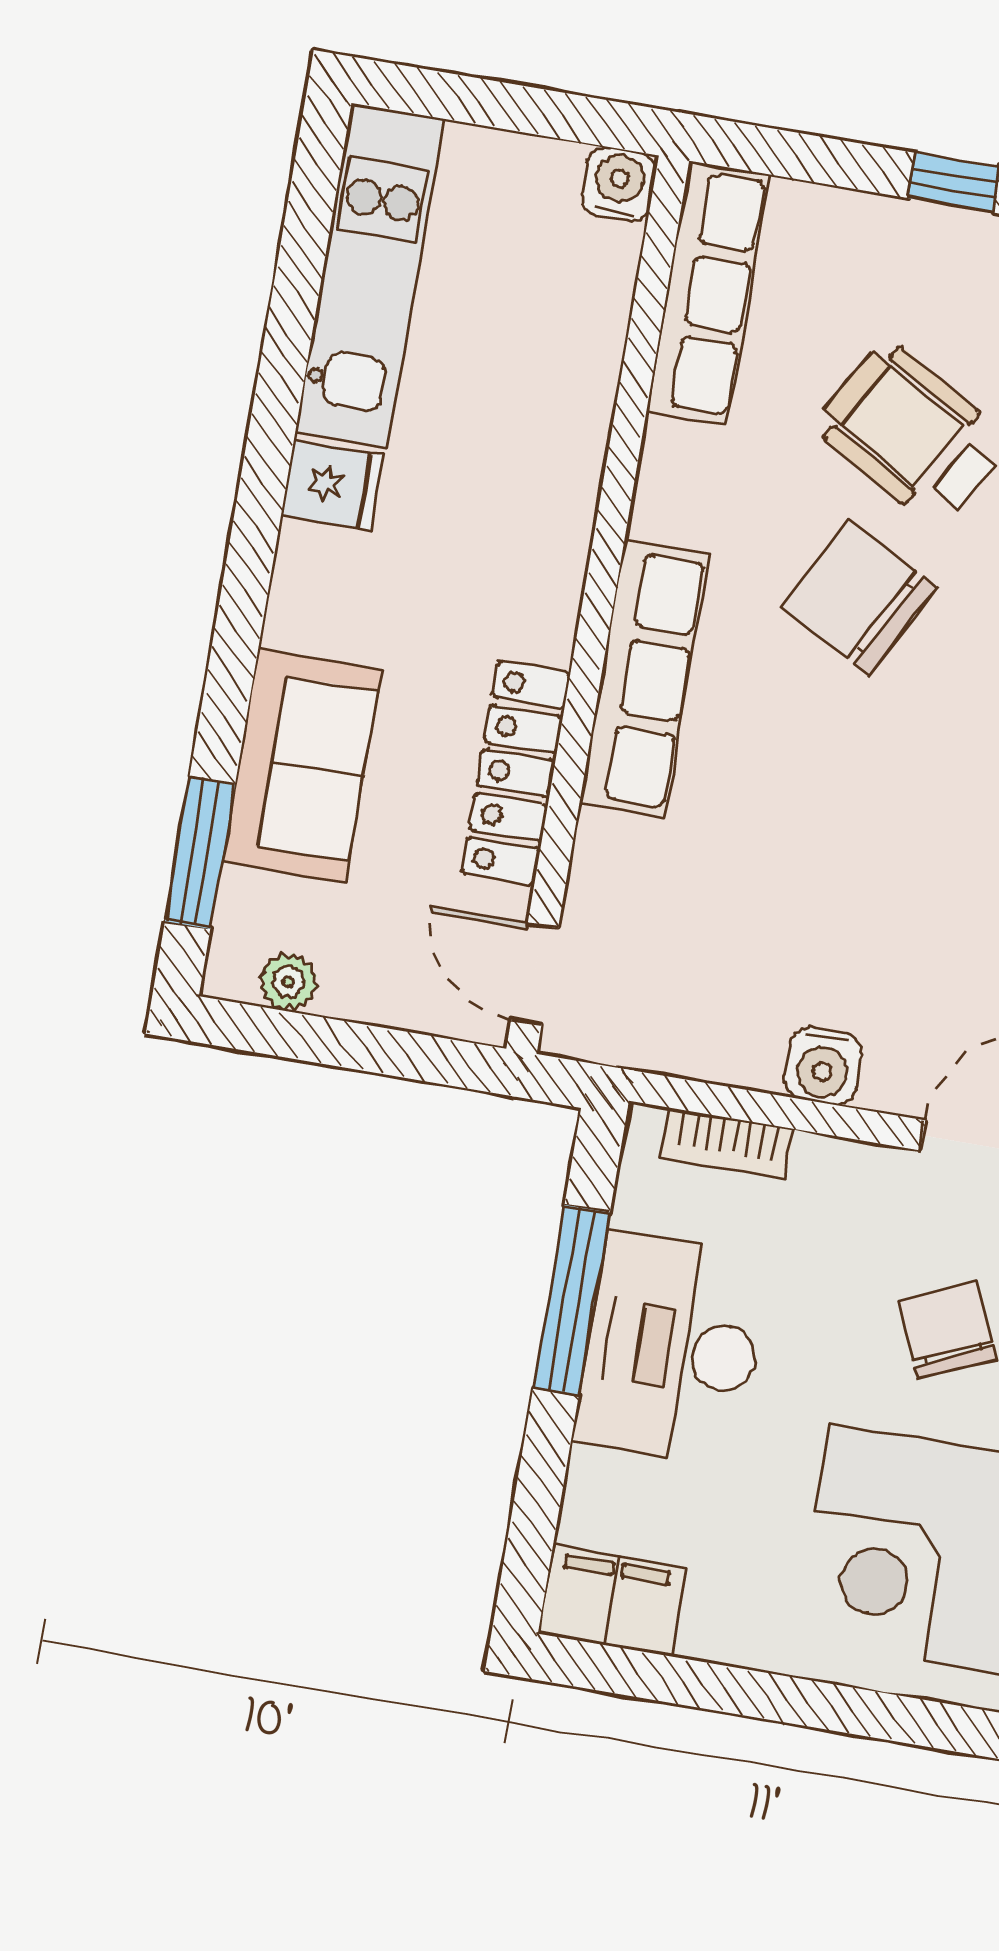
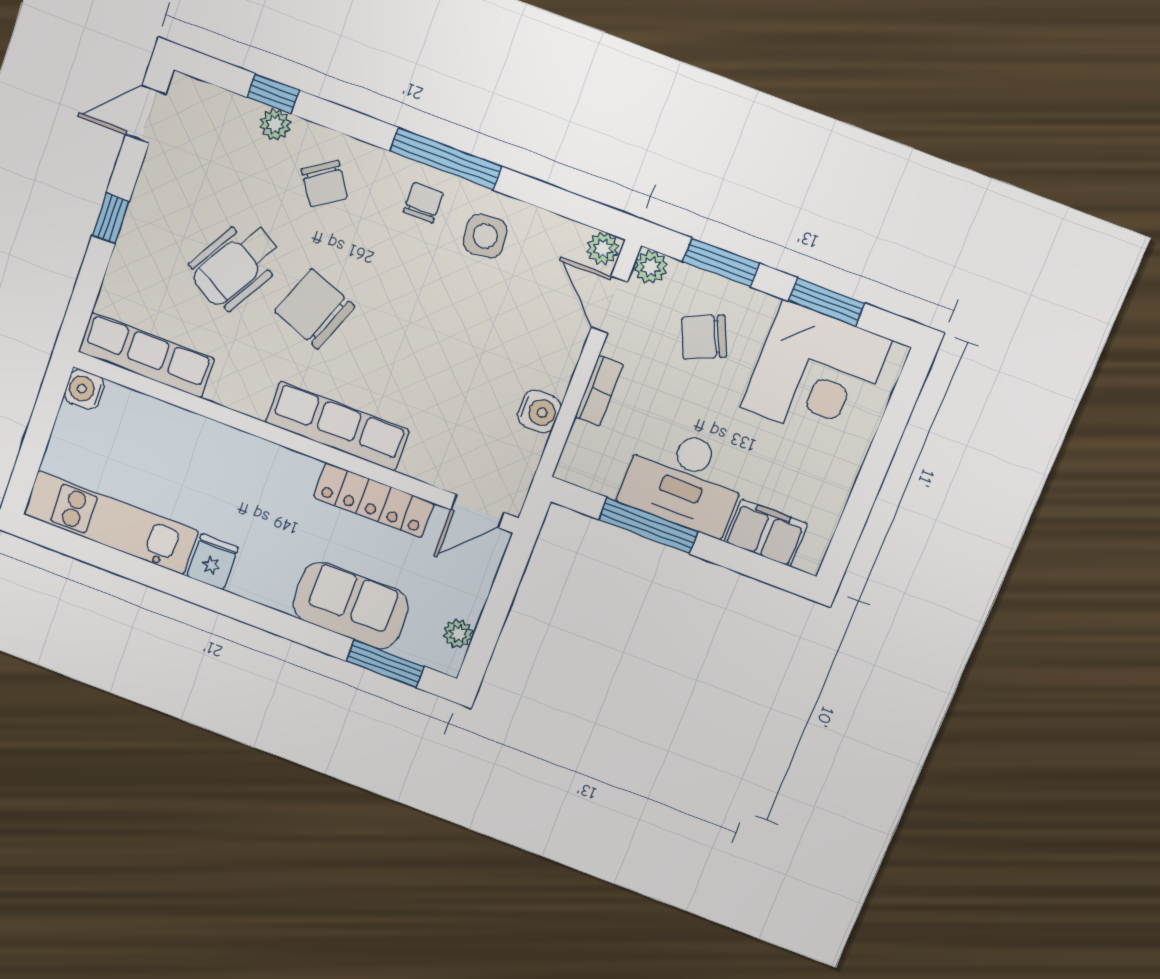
chair: (859, 597) -> (315, 309), turned 83
water cooler: (823, 1066) -> (539, 411), moved
bookcase: (727, 1143) -> (599, 391), moved
filing cabinet: (612, 1601) -> (766, 533), moved, turned 90

